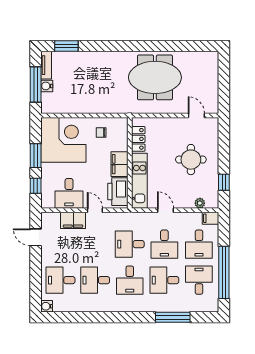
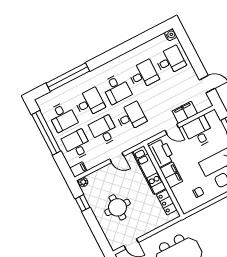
plant: (200, 203) -> (83, 182), moved
desk: (130, 280) -> (116, 89), turned 180
window: (173, 317) -> (68, 77), width x1.46

